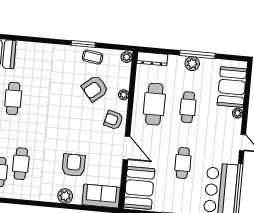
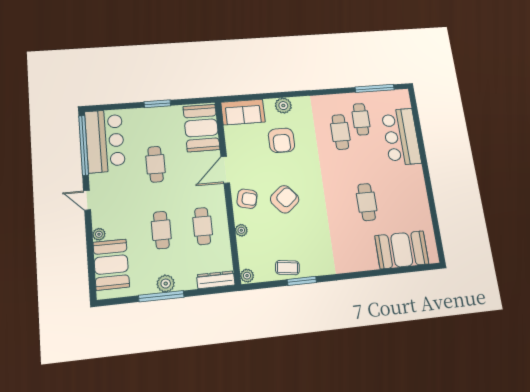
armchair: (95, 88) -> (285, 199), moved
cafe table: (154, 104) -> (203, 226), width x0.73, depth x0.74
door: (126, 148) -> (225, 170), hinge flipped

